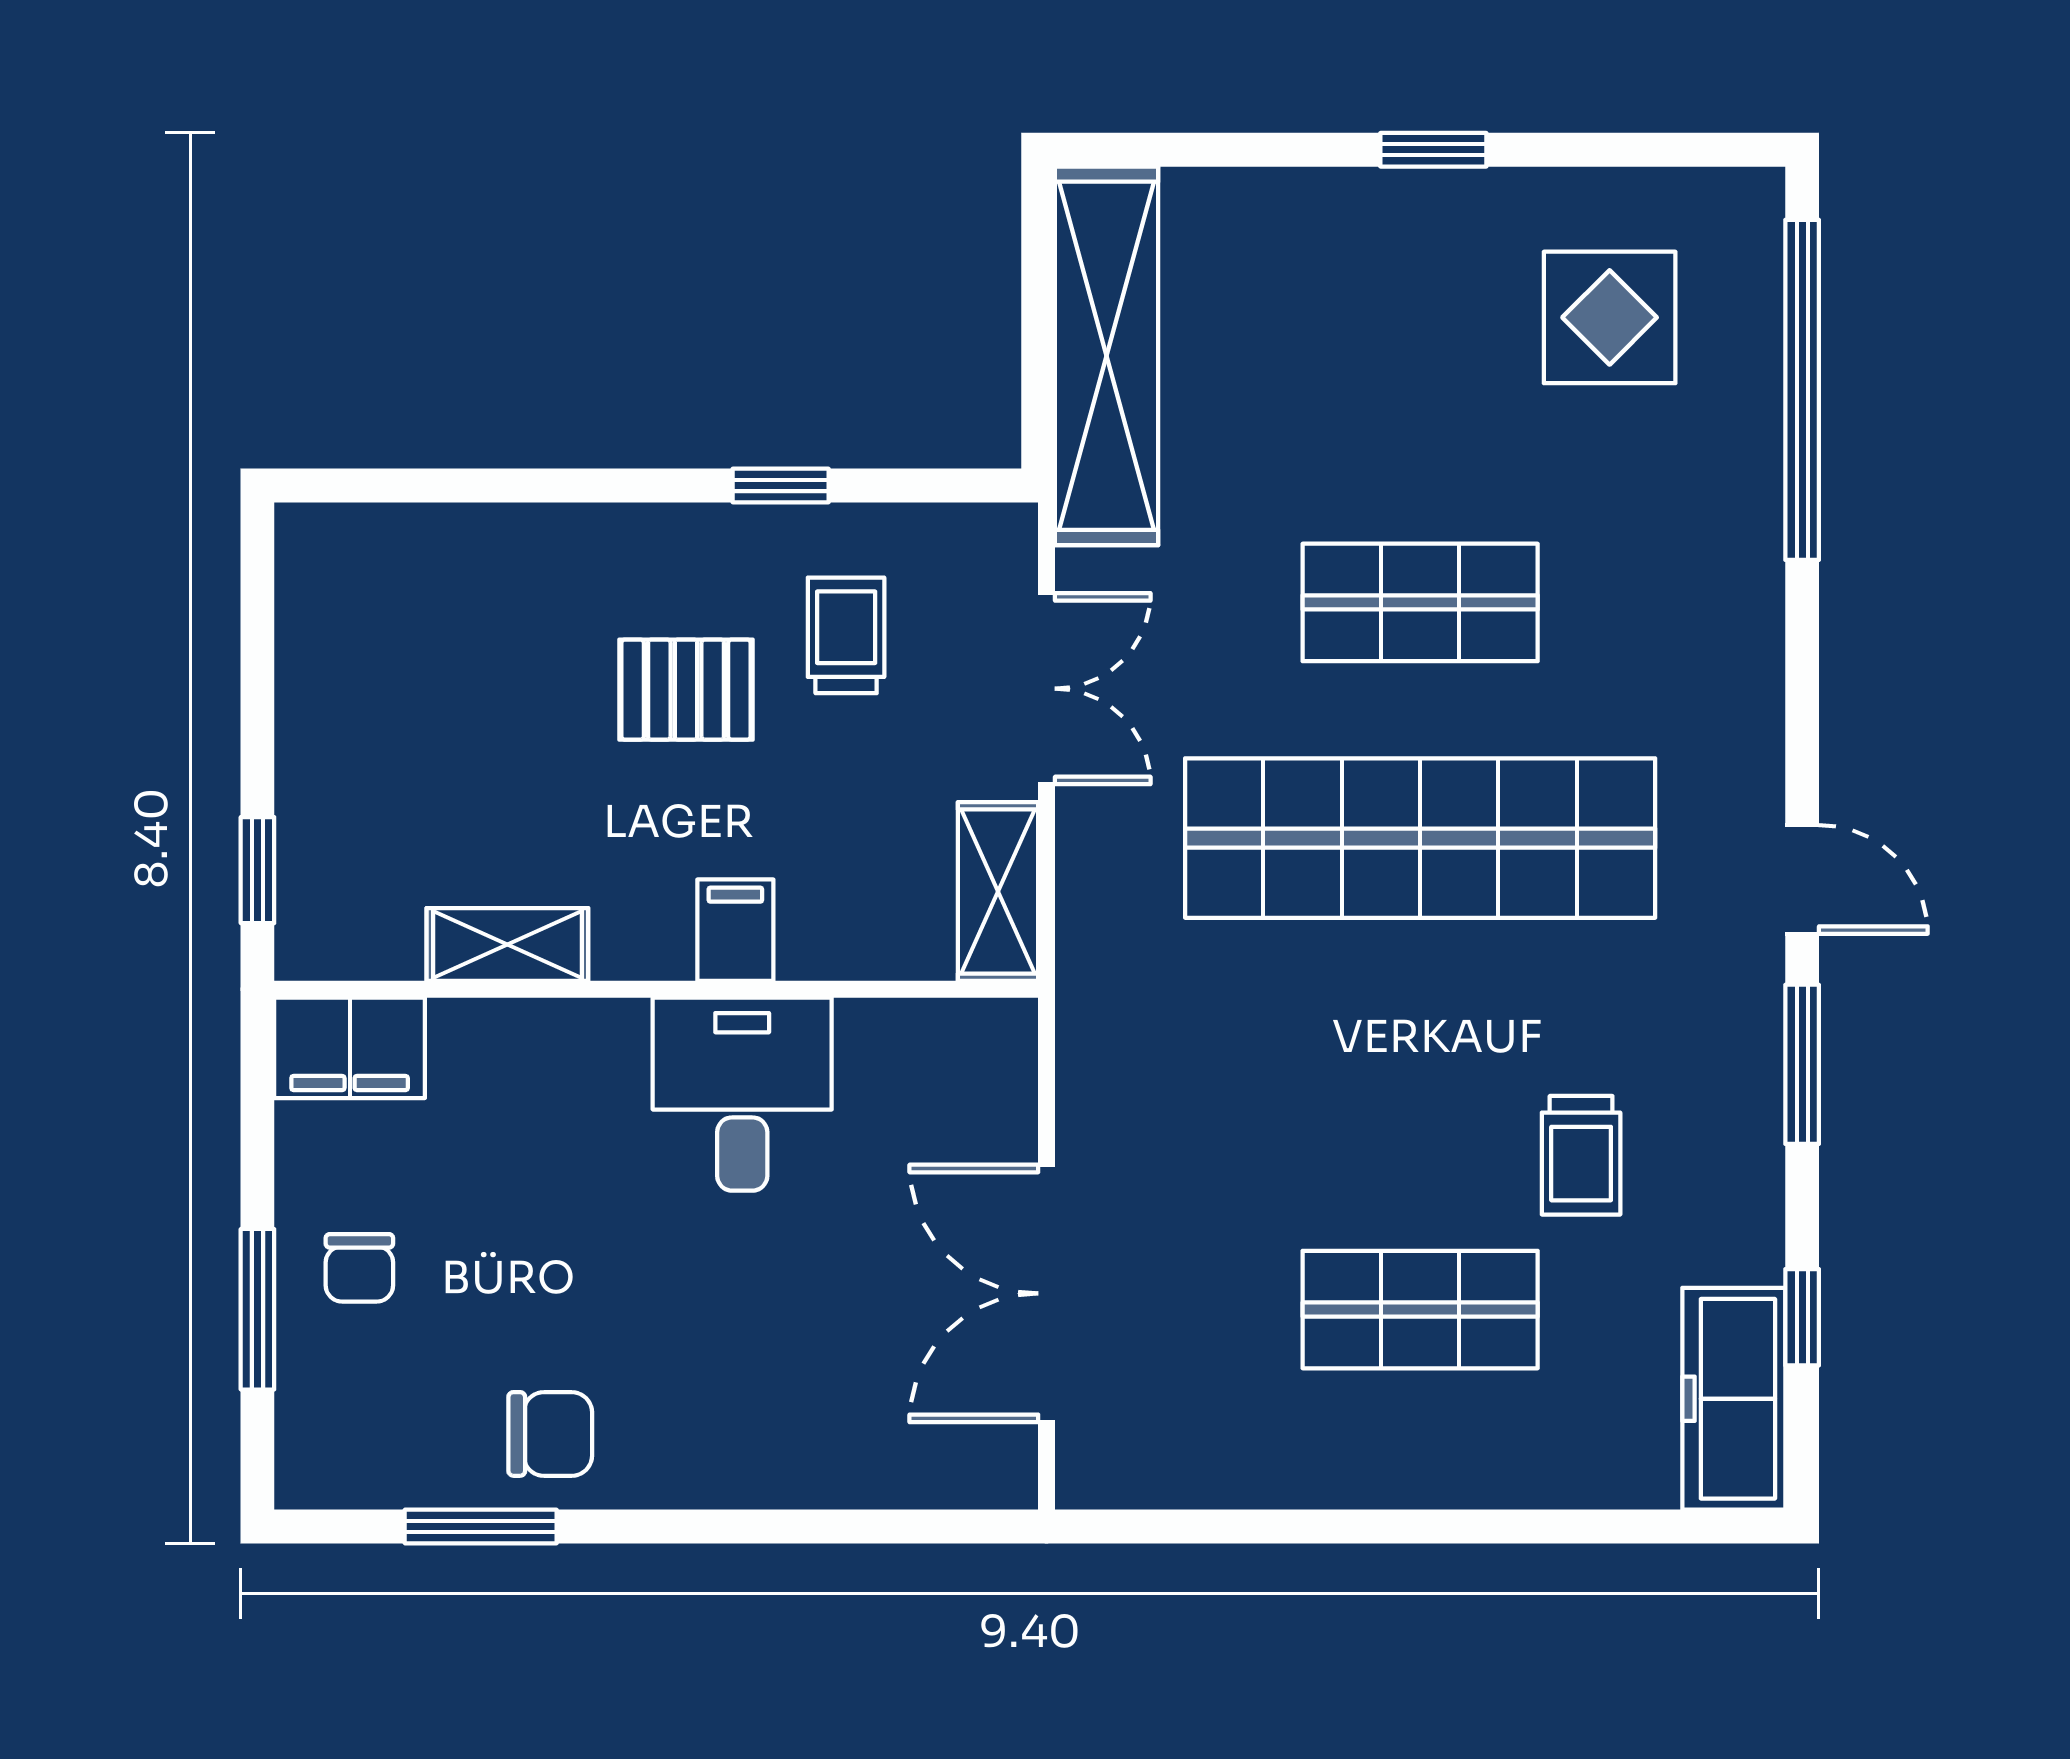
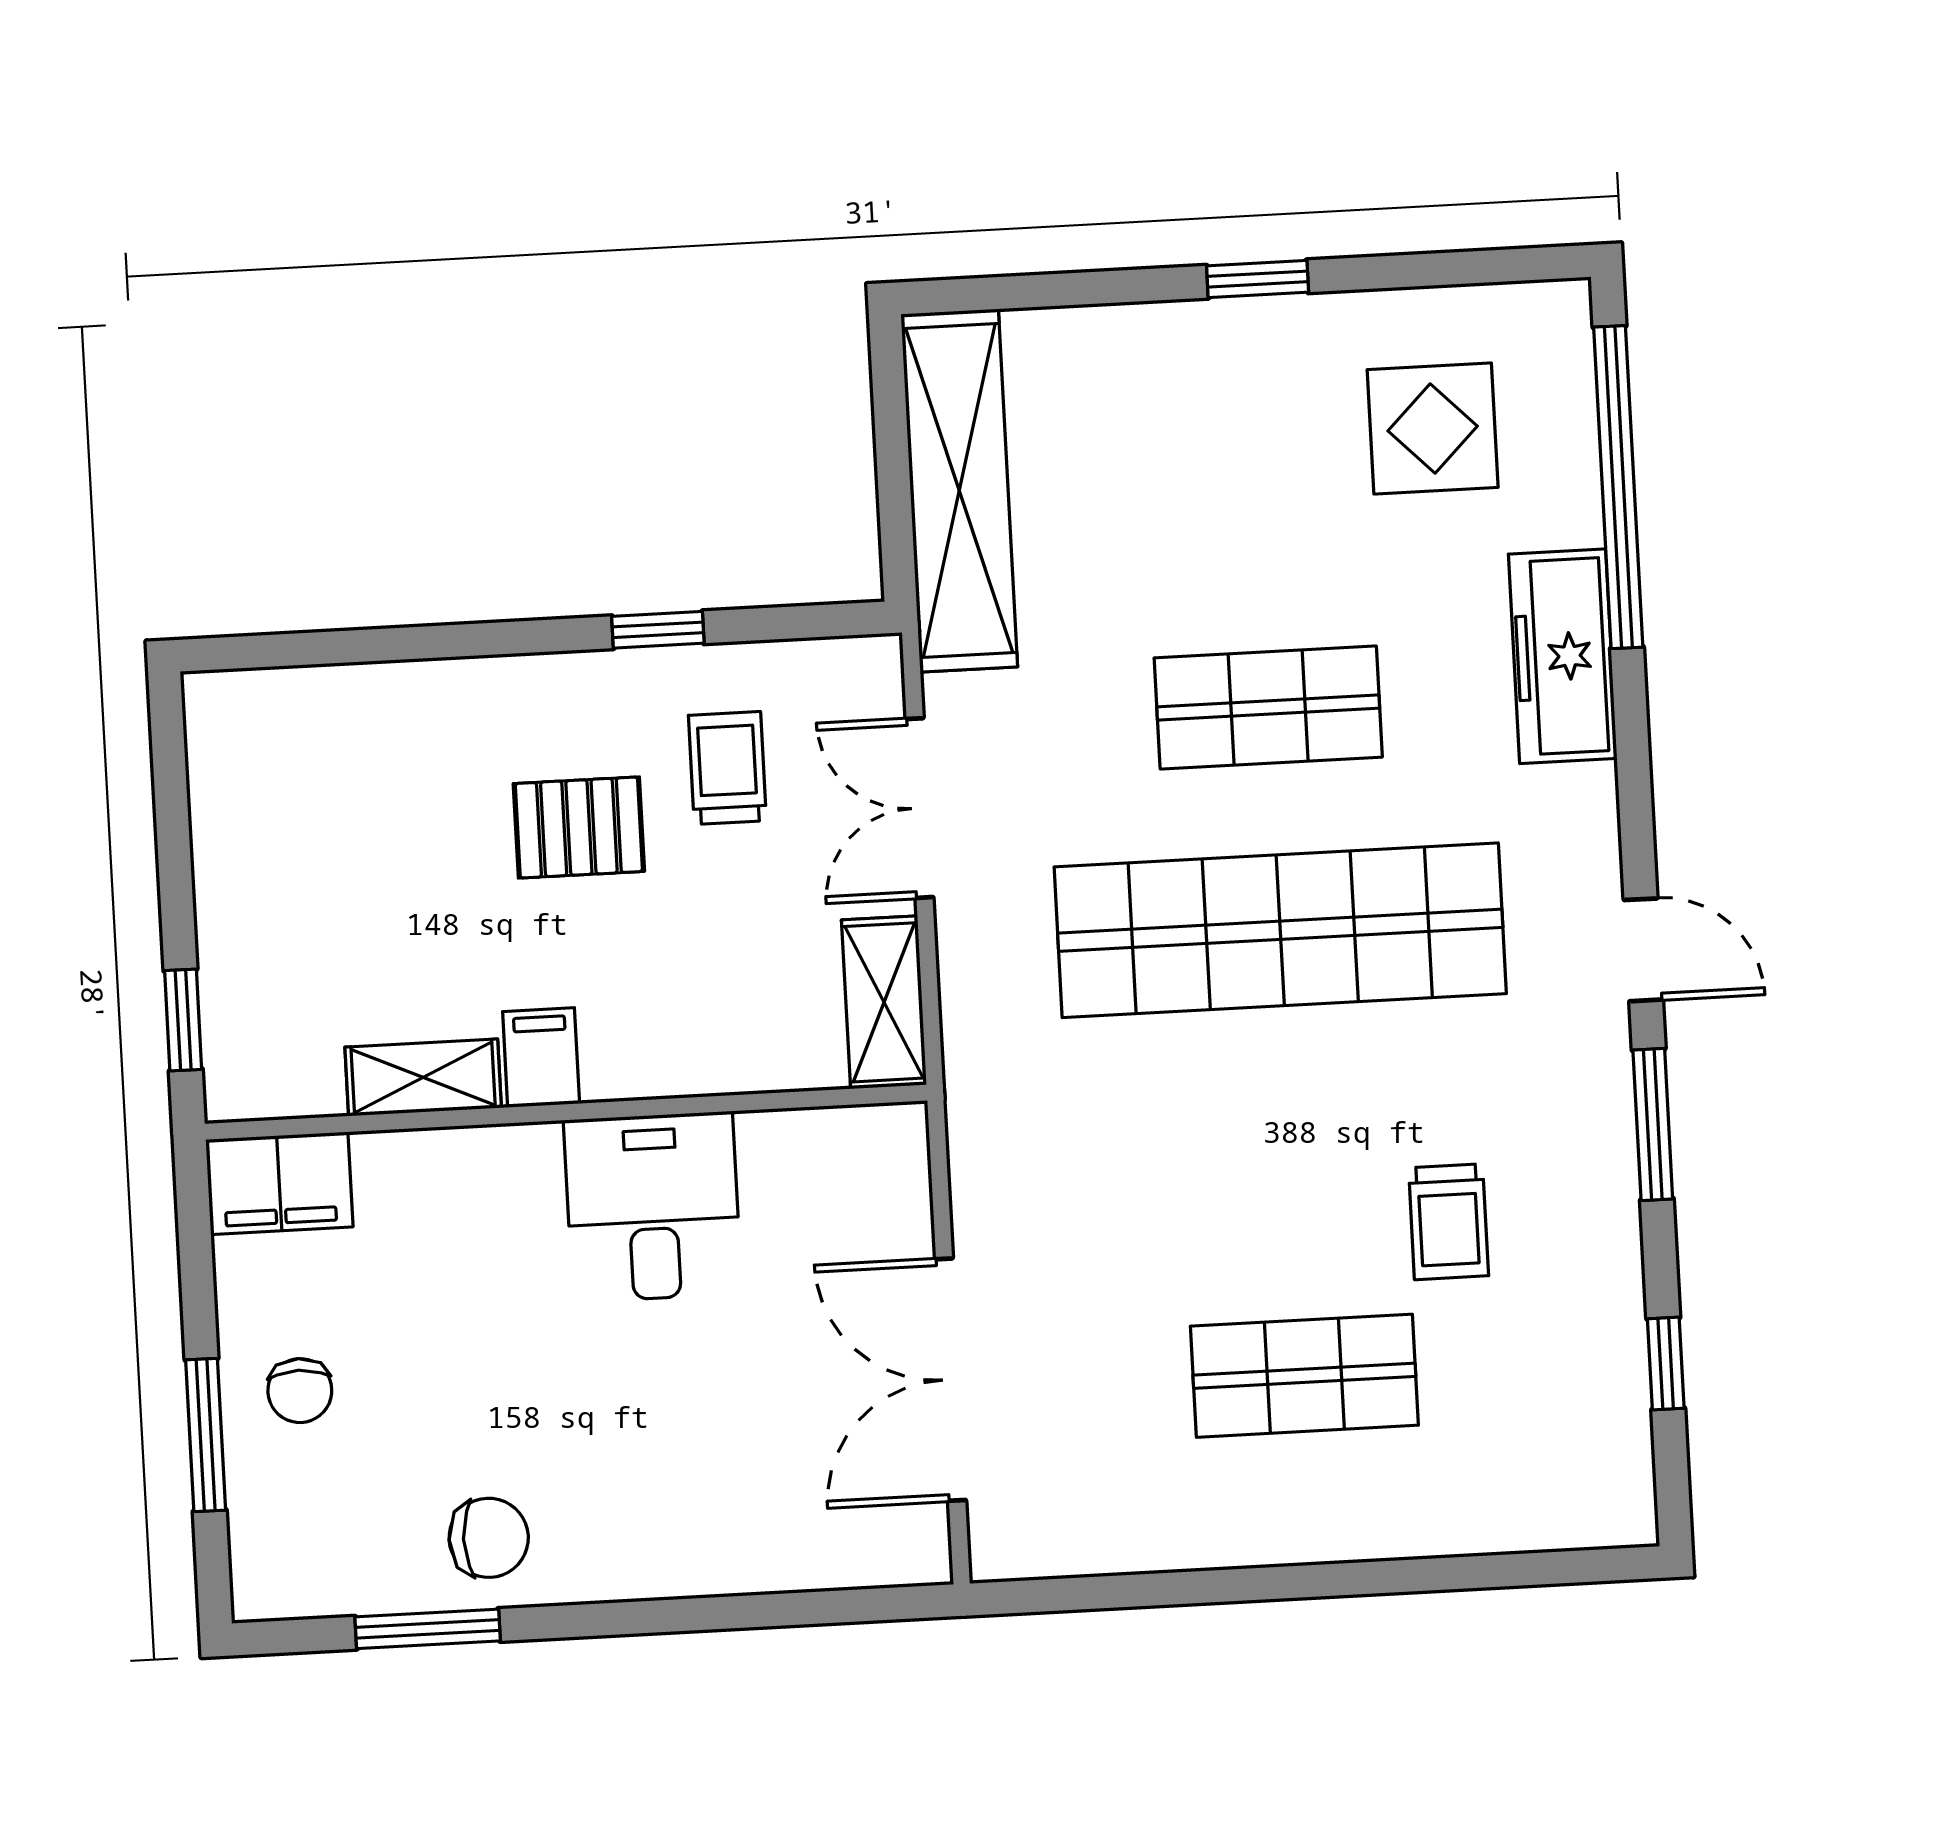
double door: (1047, 689) -> (920, 808), swing flipped
filing cabinet: (735, 930) -> (541, 1057), moved
freezer: (1734, 1399) -> (1563, 656), moved

